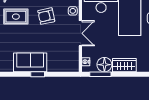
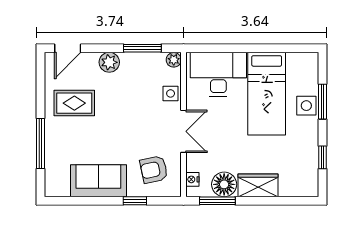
armchair: (46, 16) -> (154, 170), moved
window: (38, 74) -> (135, 201), moved

